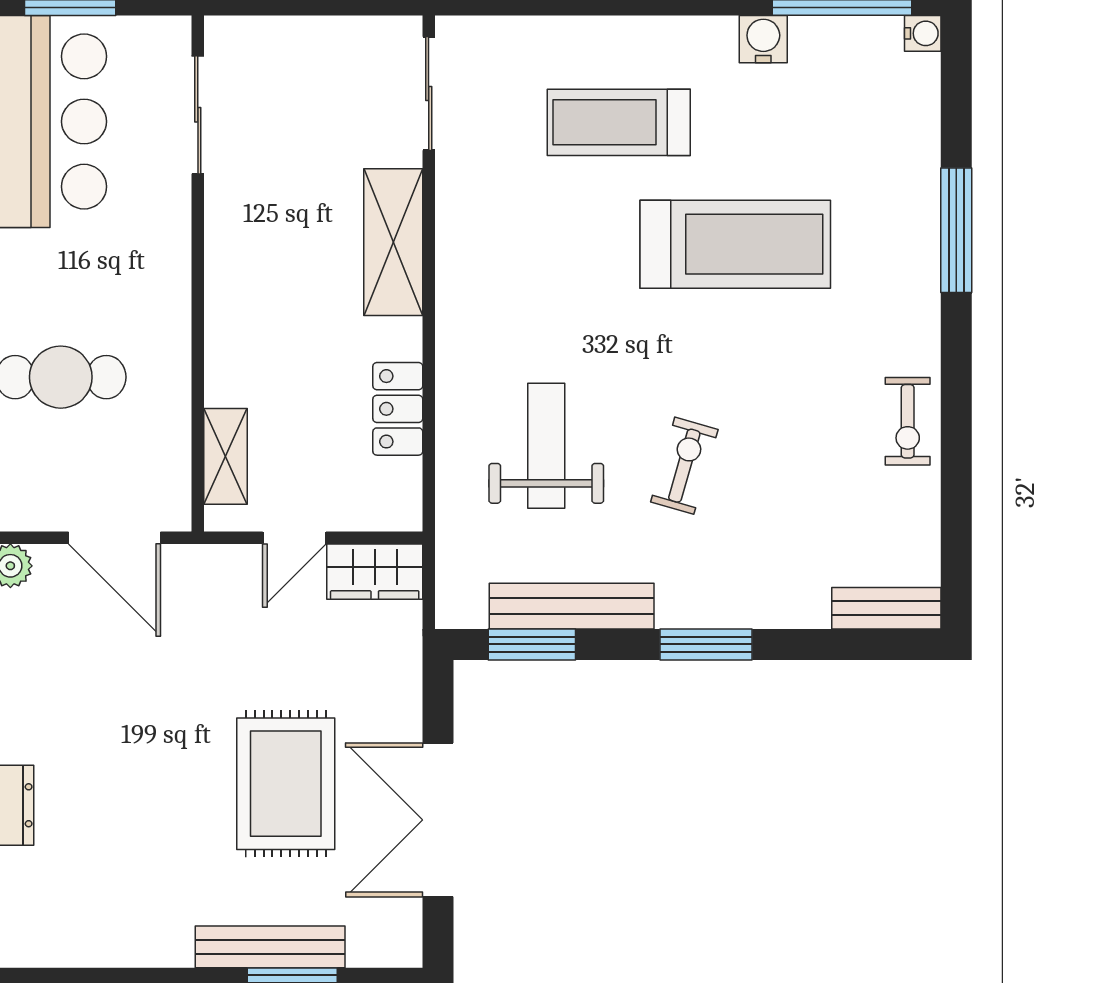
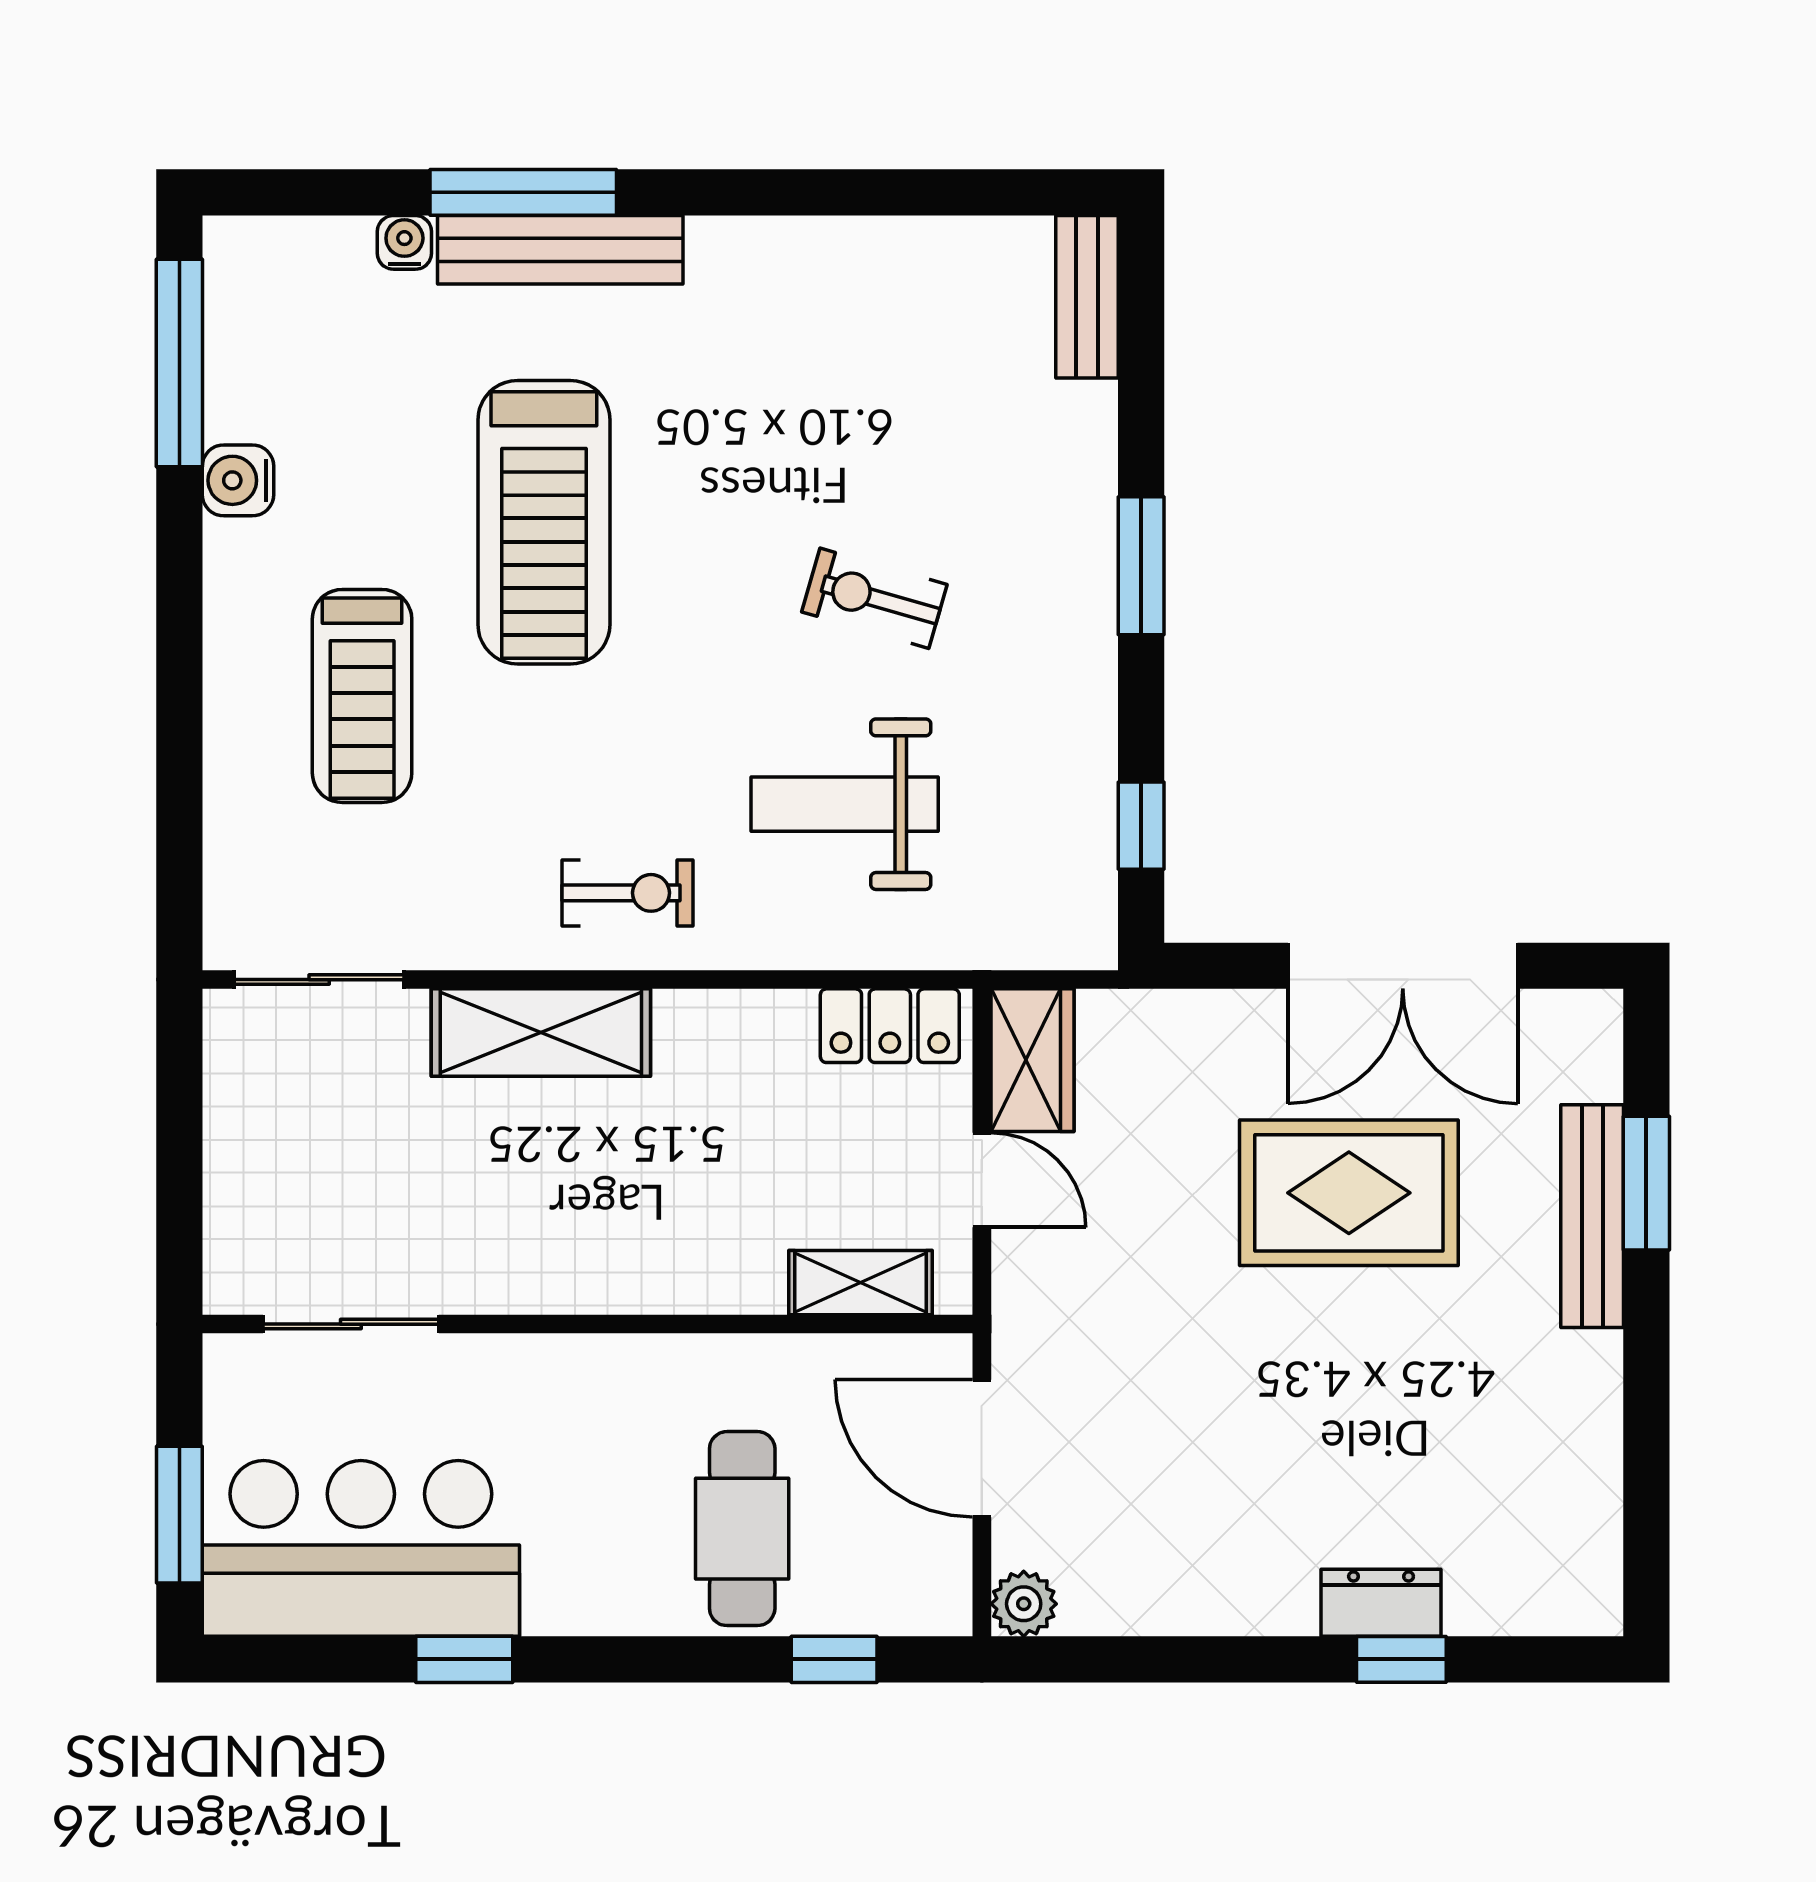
water cooler: (923, 33) -> (404, 242), moved
treadmill: (735, 244) -> (544, 522), turned 180
locker: (398, 409) -> (890, 1026), moved
exercise bike: (908, 421) -> (627, 893), moved
door: (114, 538) -> (982, 1448), swing flipped
bench: (572, 606) -> (560, 250), moved, turned 90
window: (532, 644) -> (1141, 826), width x0.67

